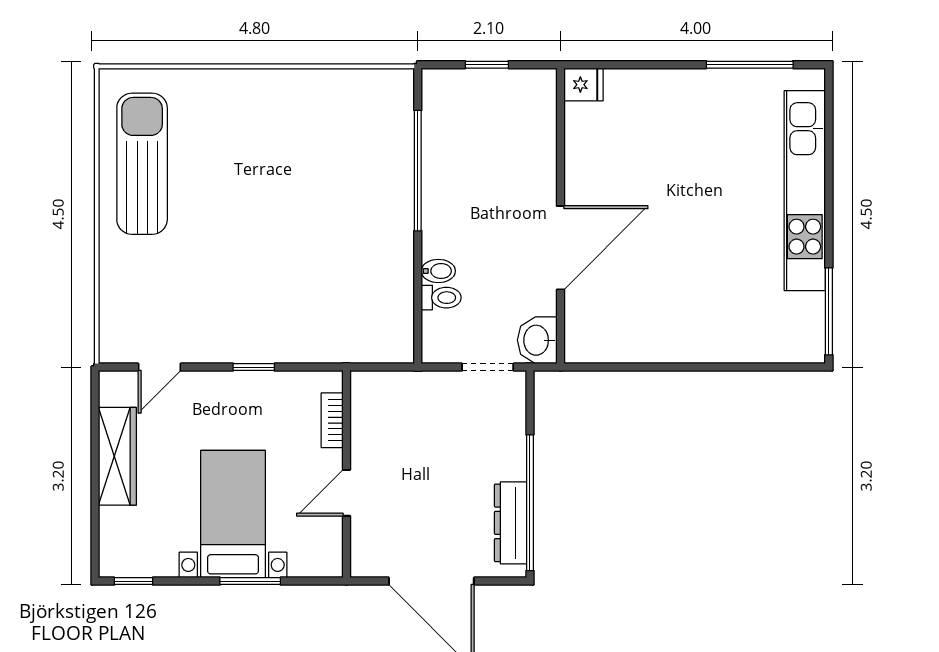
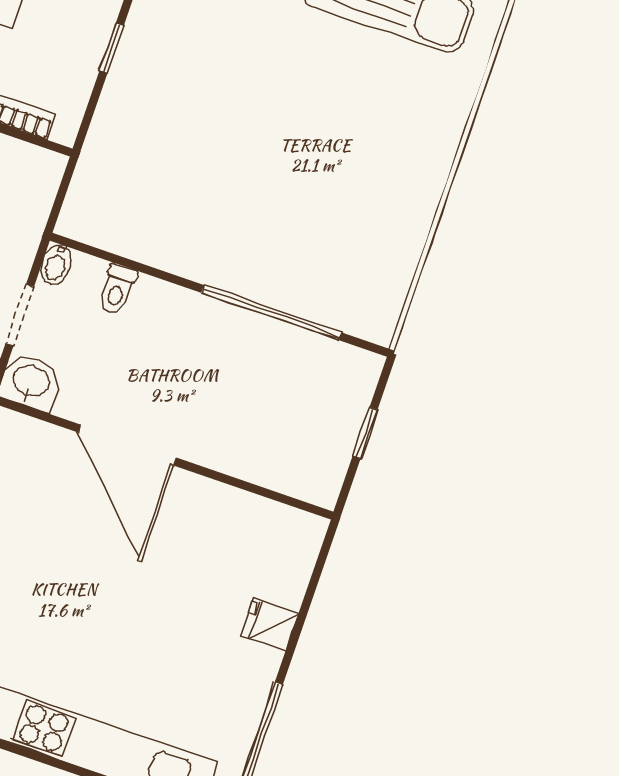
fridge: (583, 85) -> (270, 624), moved, turned 90
bidet: (438, 271) -> (56, 265), moved

